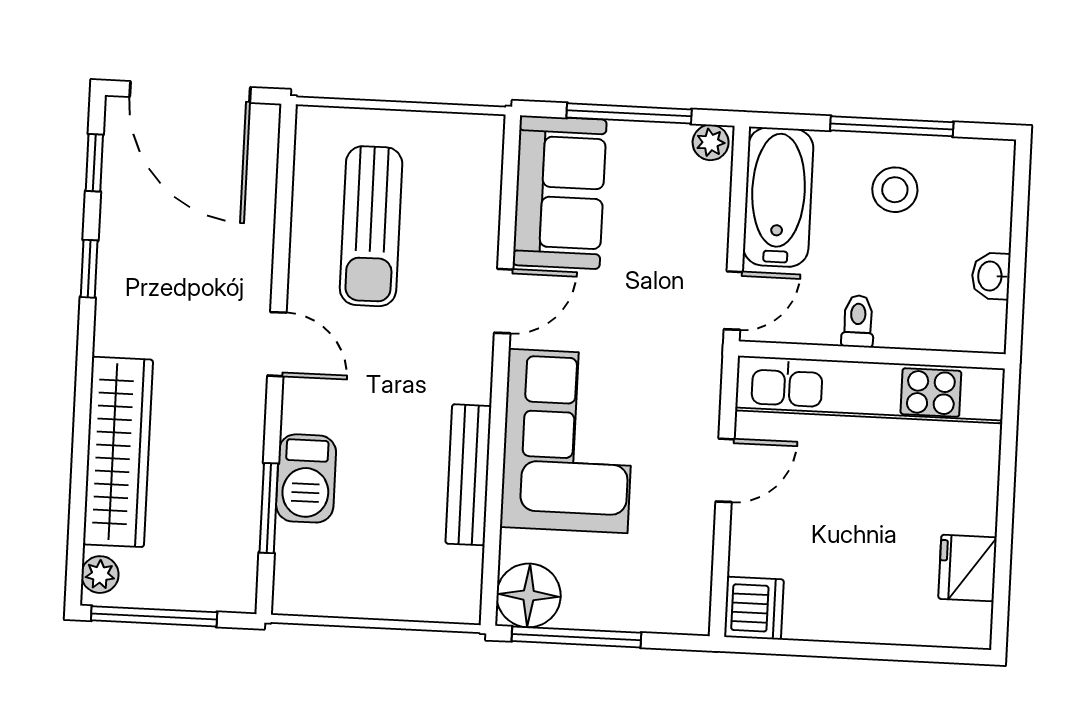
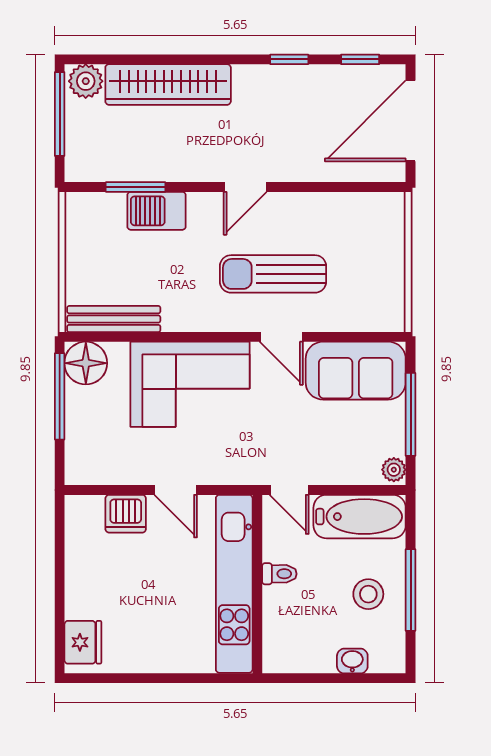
sun lounger: (371, 226) -> (273, 274), moved
washbasin: (991, 276) -> (352, 661), moved
bench: (468, 475) -> (114, 319), moved
fridge: (968, 568) -> (83, 642), moved, turned 90
plant: (100, 575) -> (86, 81), width x1.38, depth x1.38
dishwasher: (754, 608) -> (126, 514), moved

